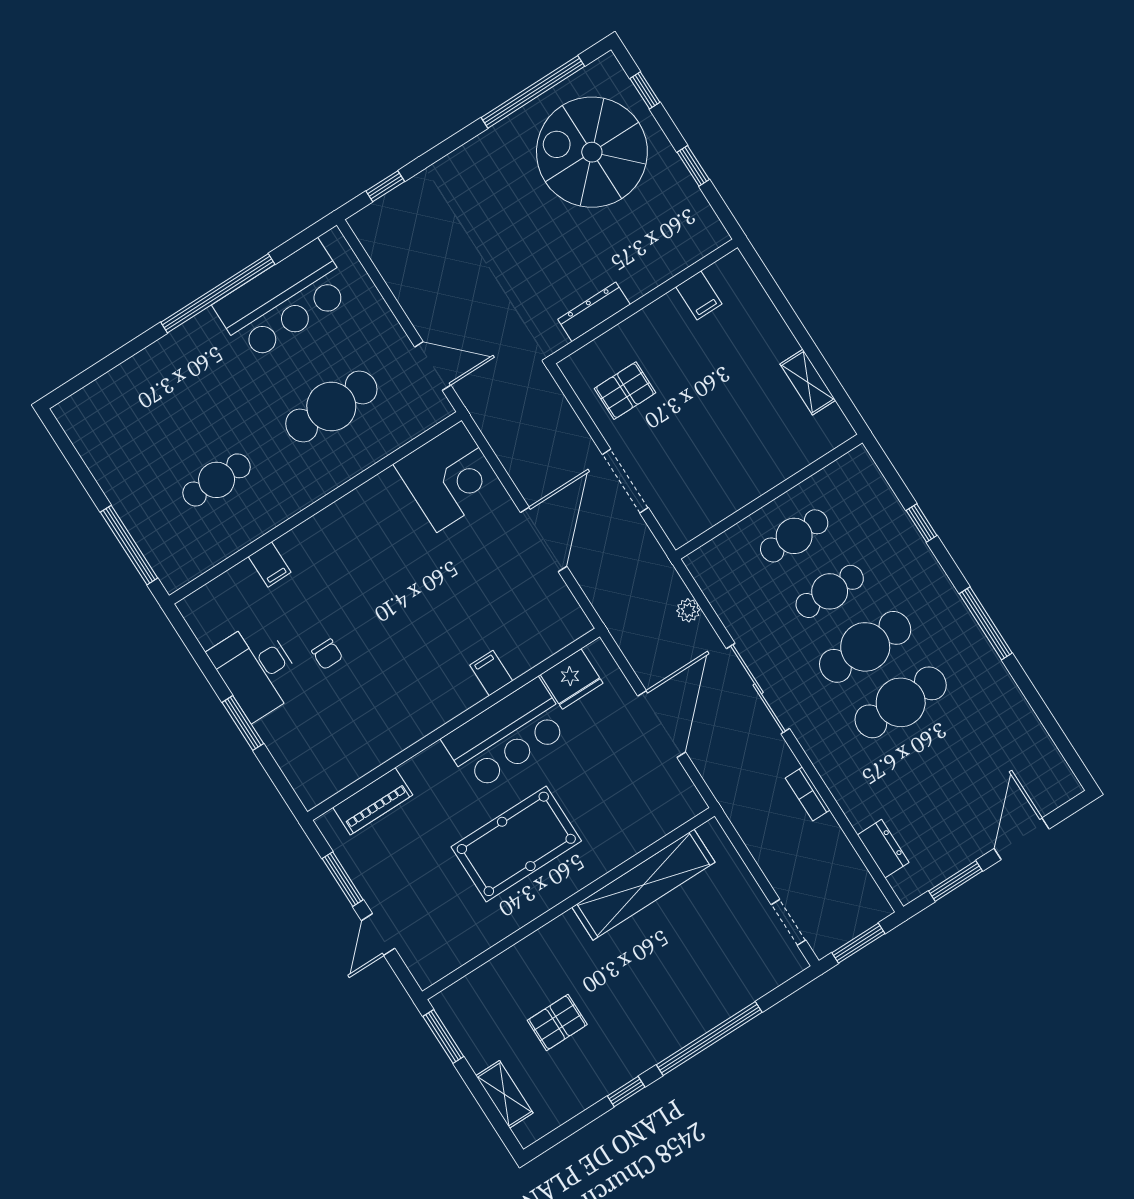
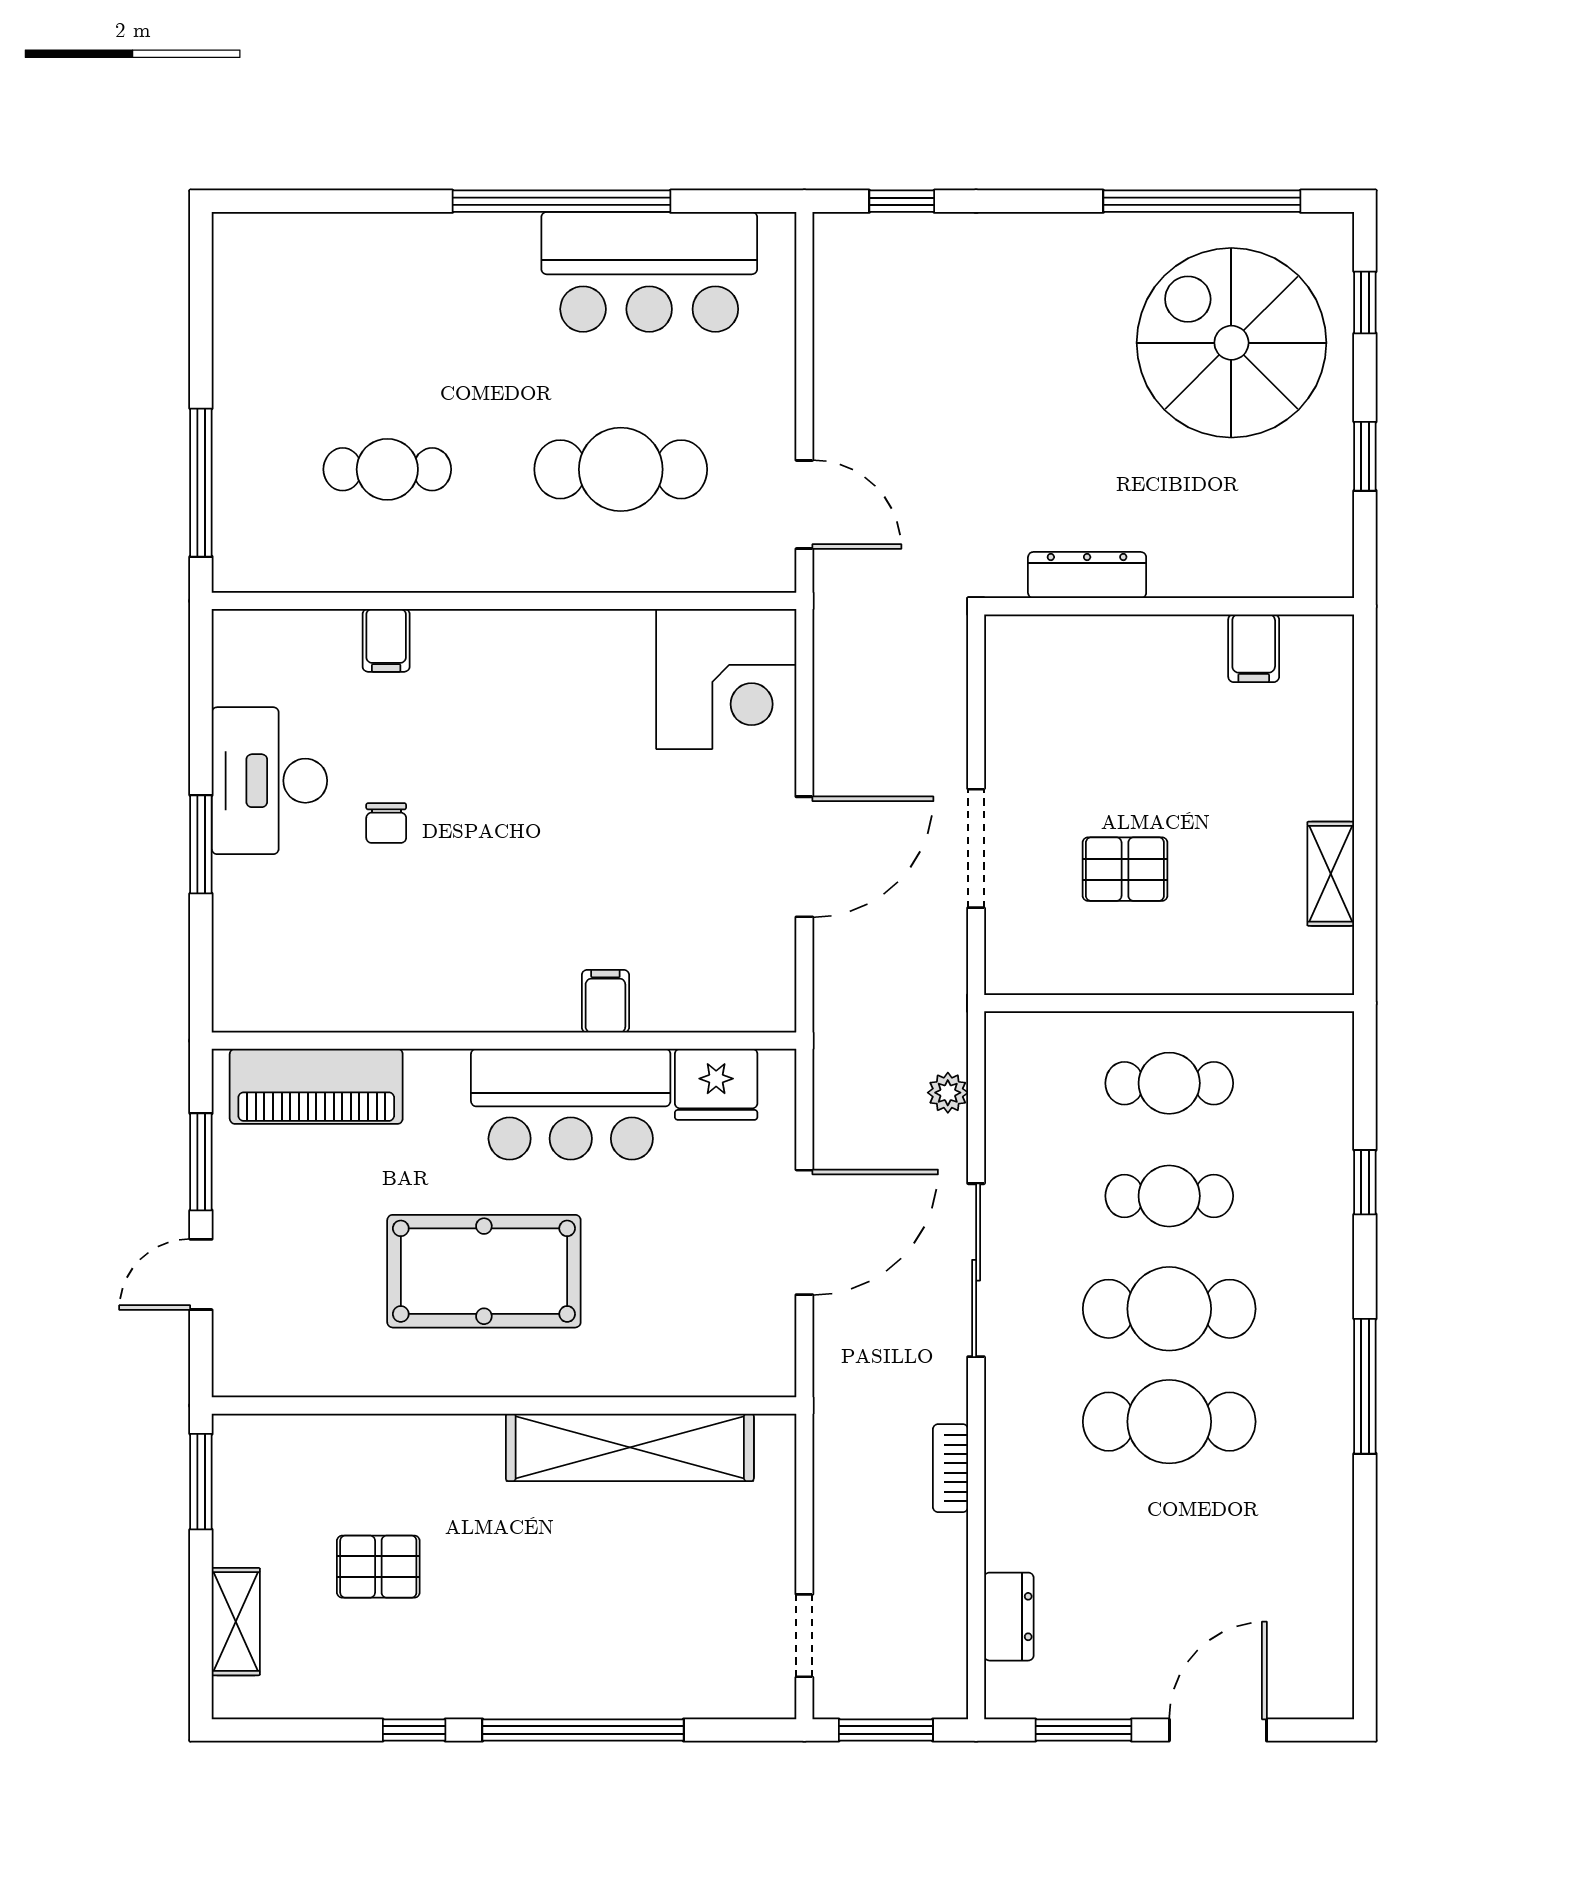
pallet: (625, 391) -> (1125, 869), moved
piano: (373, 801) -> (316, 1086), width x1.37, depth x1.33

